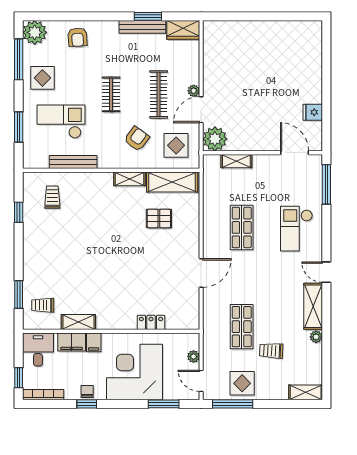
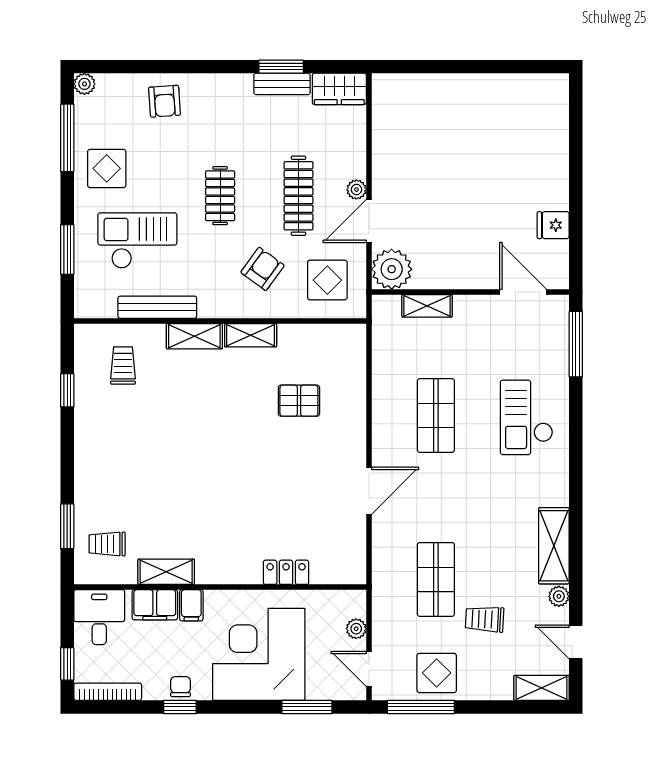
bench: (142, 27) -> (282, 84), width x0.73
plant: (35, 32) -> (84, 84), width x0.53, depth x0.53
shelving: (172, 182) -> (194, 336), moved, width x0.67, depth x0.75
door: (326, 272) -> (576, 642), moved

